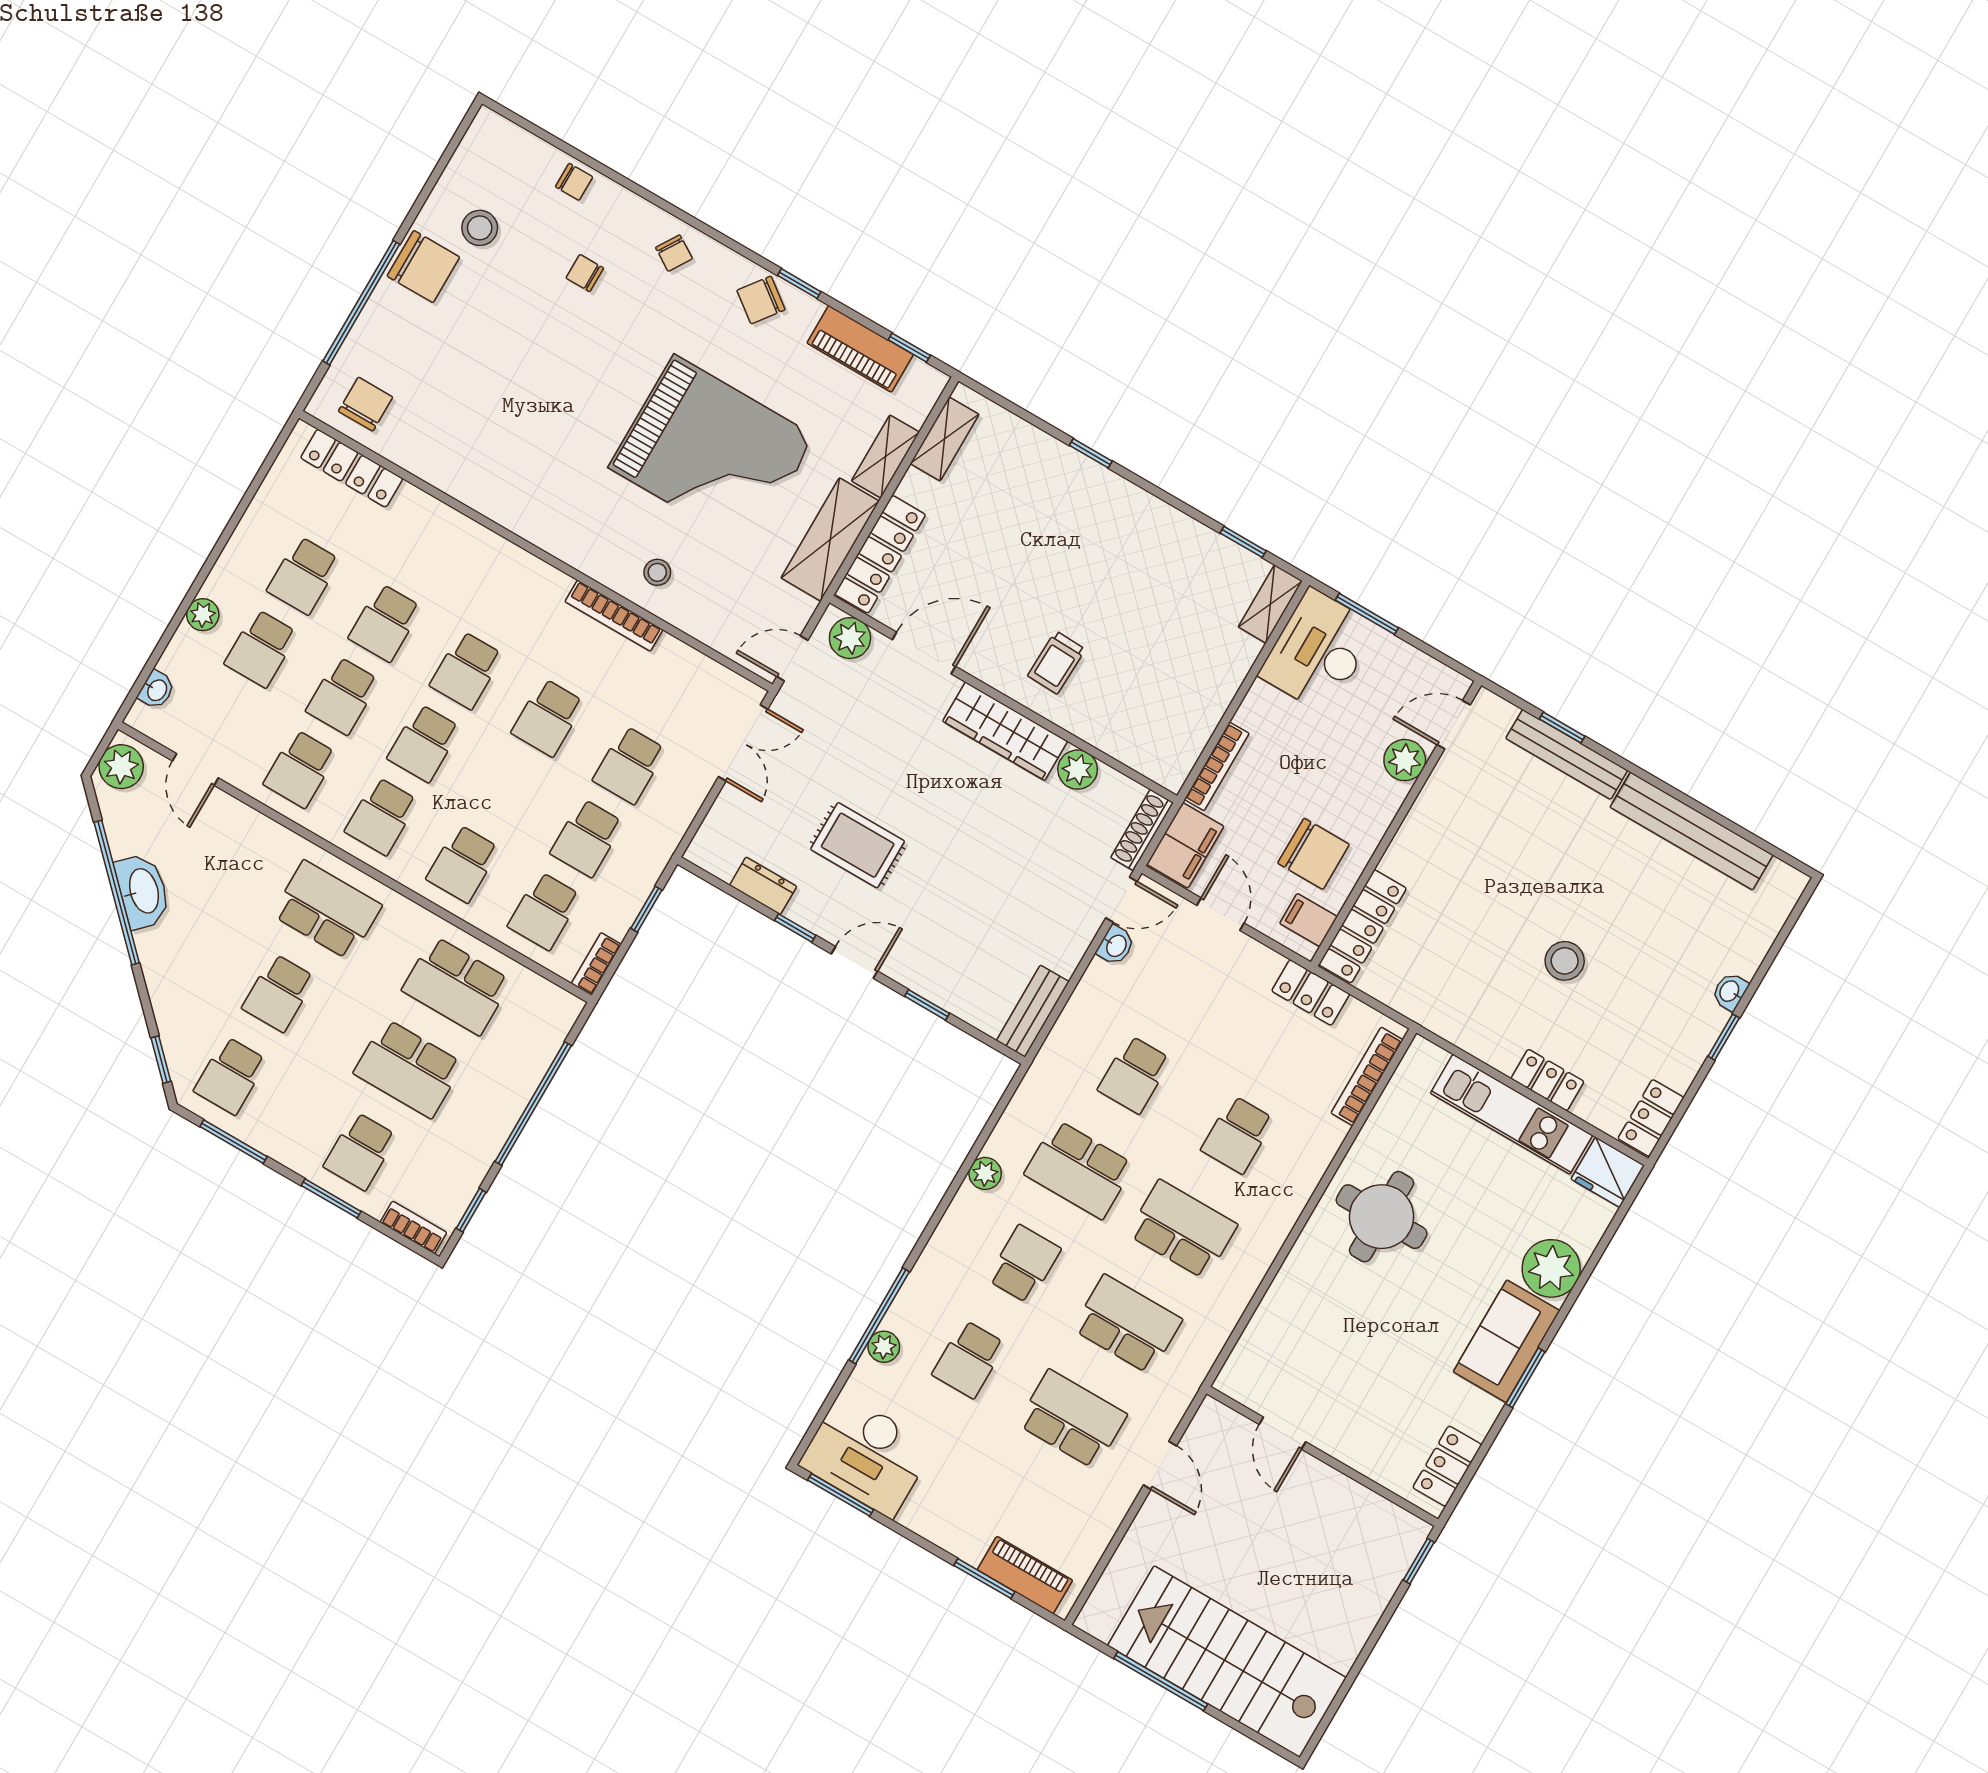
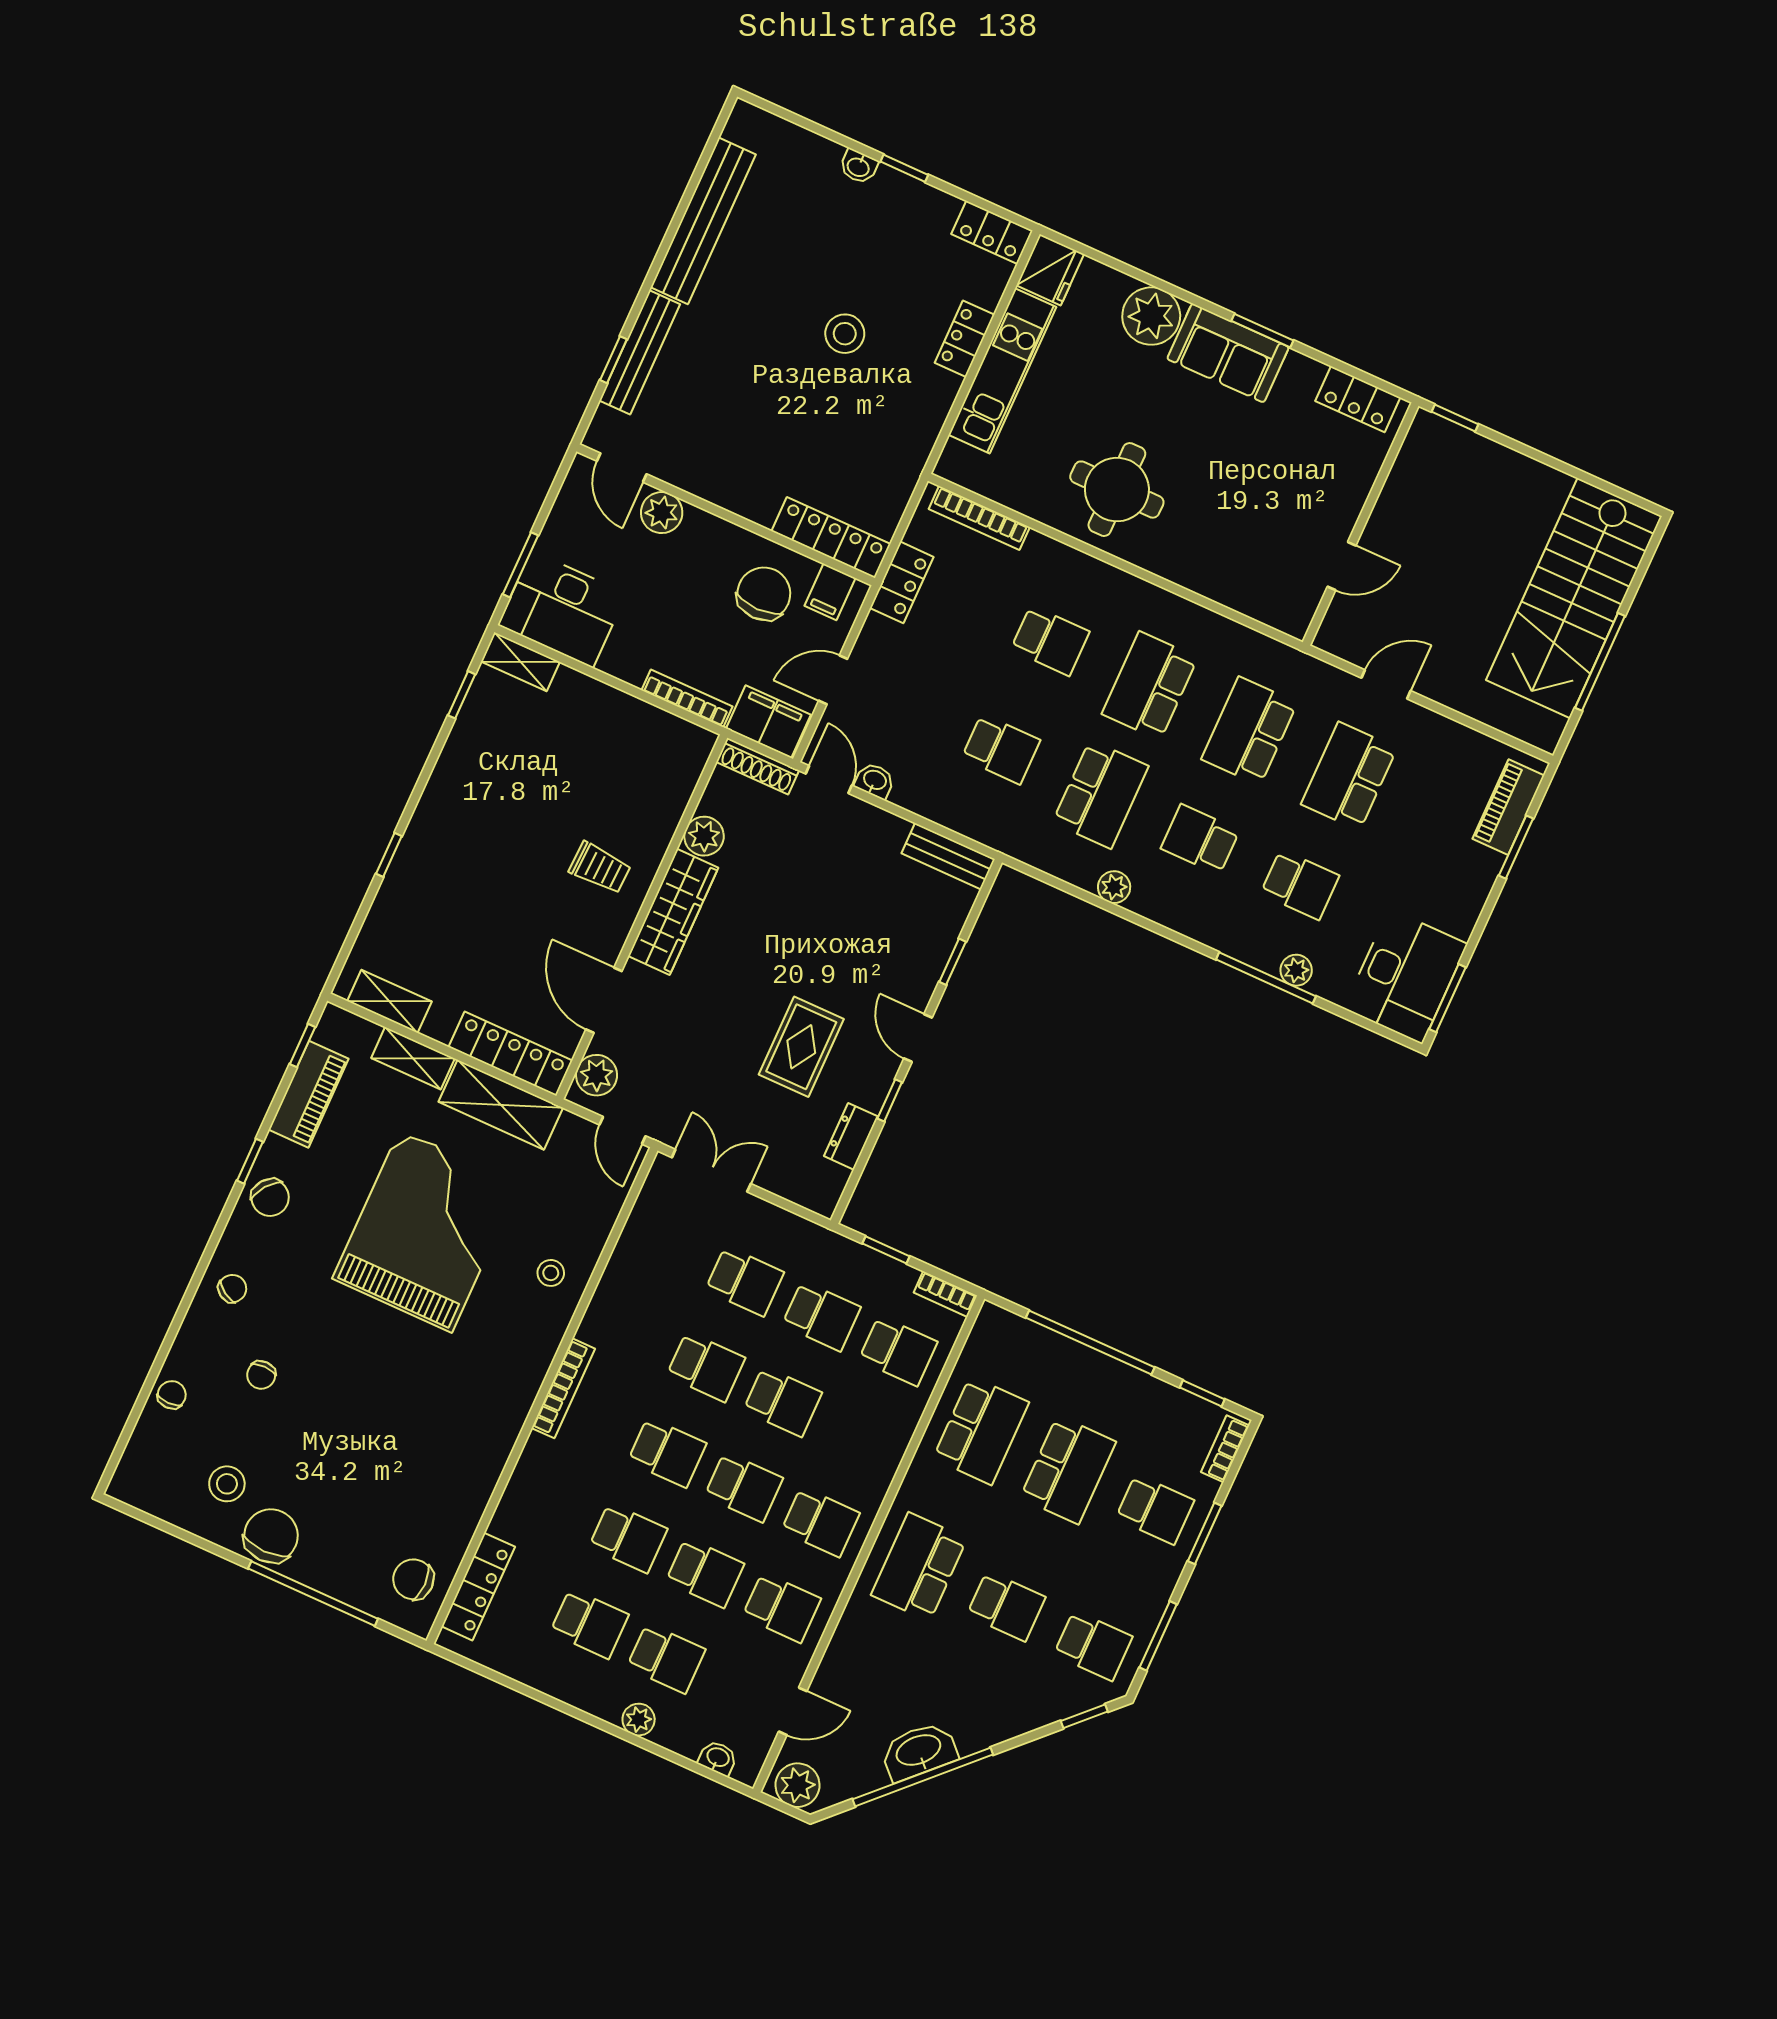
bookcase: (614, 616) -> (563, 1388), moved
school desk: (463, 864) -> (782, 1402), moved

